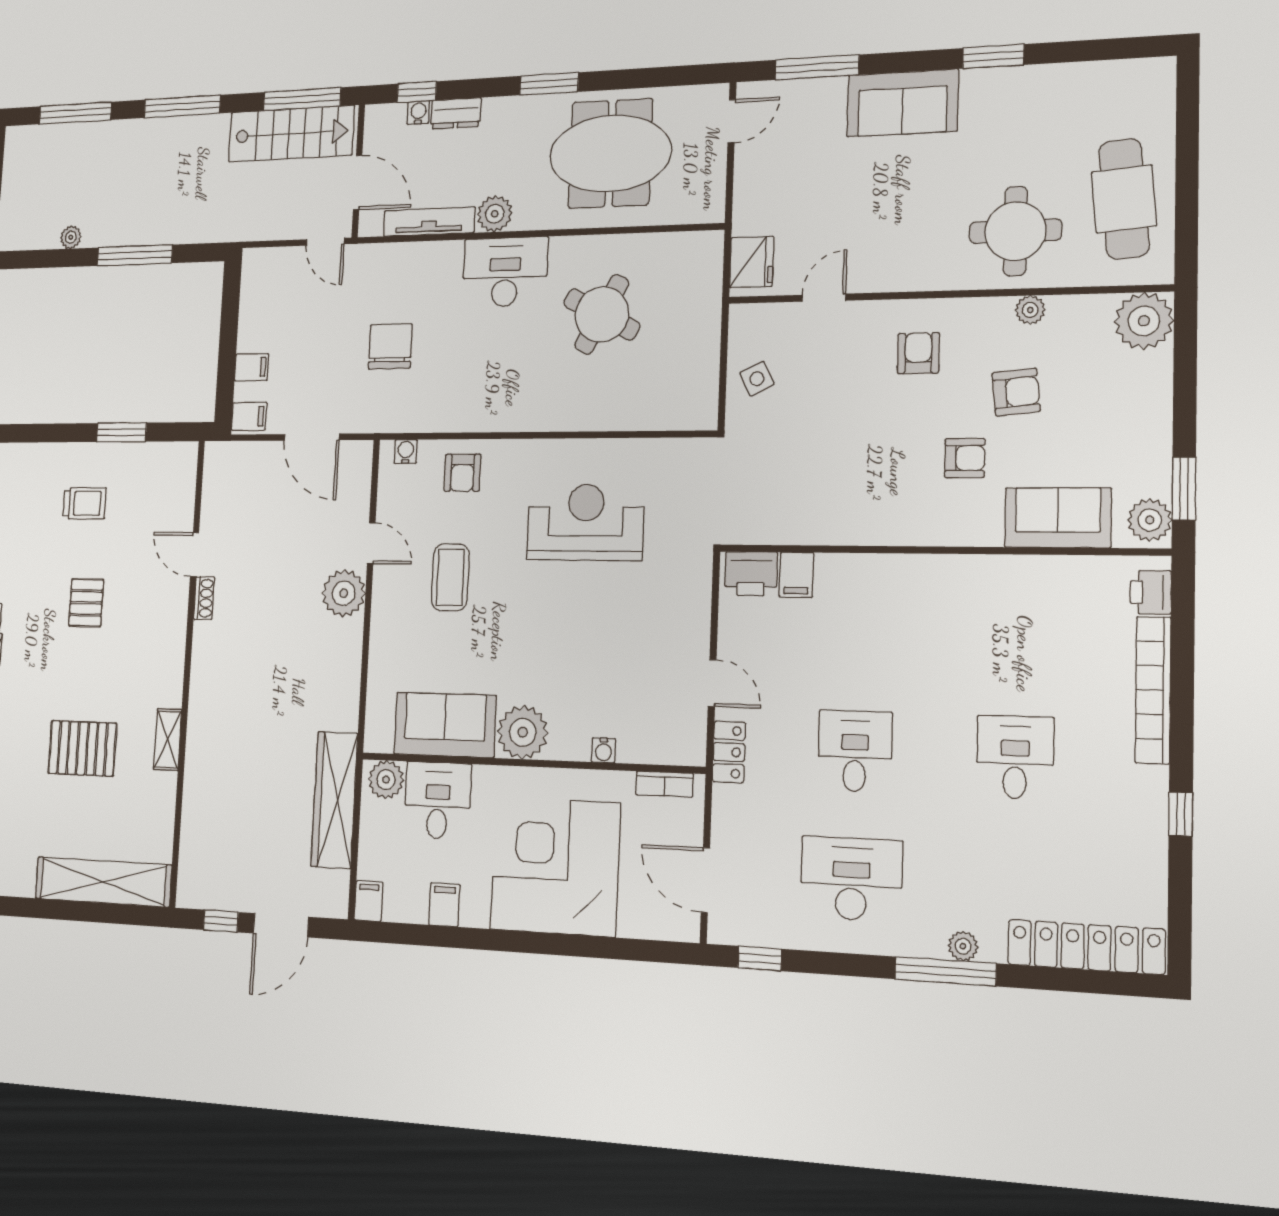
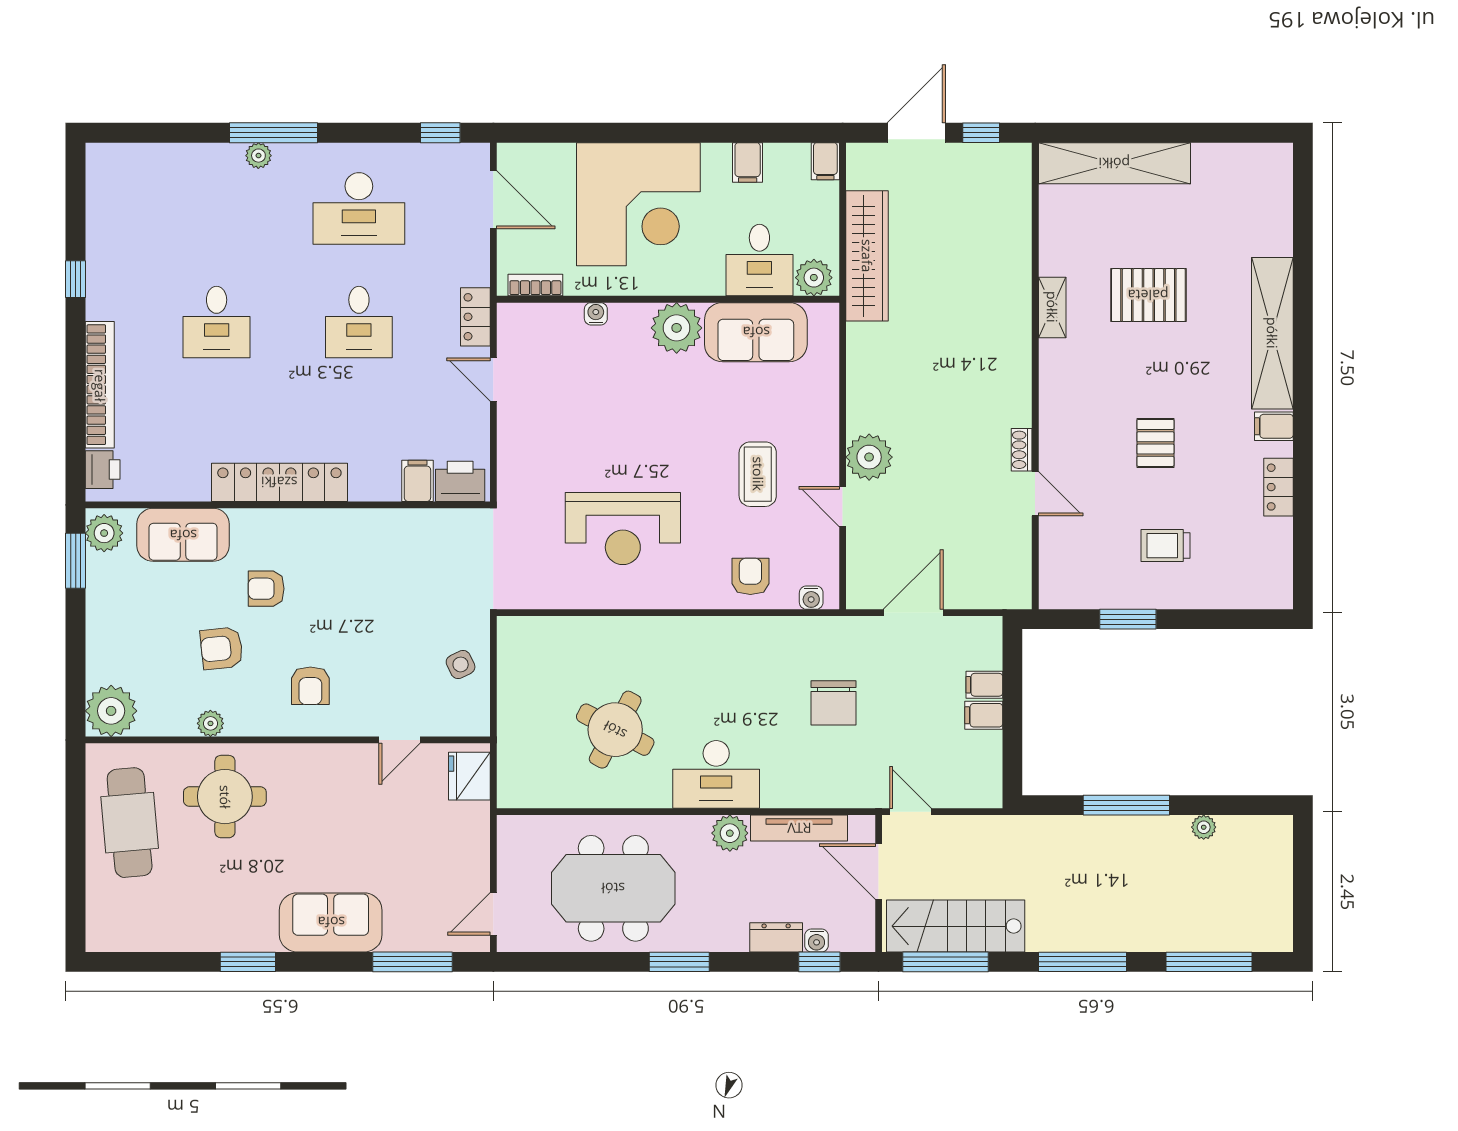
filing cabinet: (249, 416) -> (984, 715), moved
door: (312, 437) -> (913, 613), hinge flipped
locker: (1086, 947) -> (279, 482), moved, turned 180

